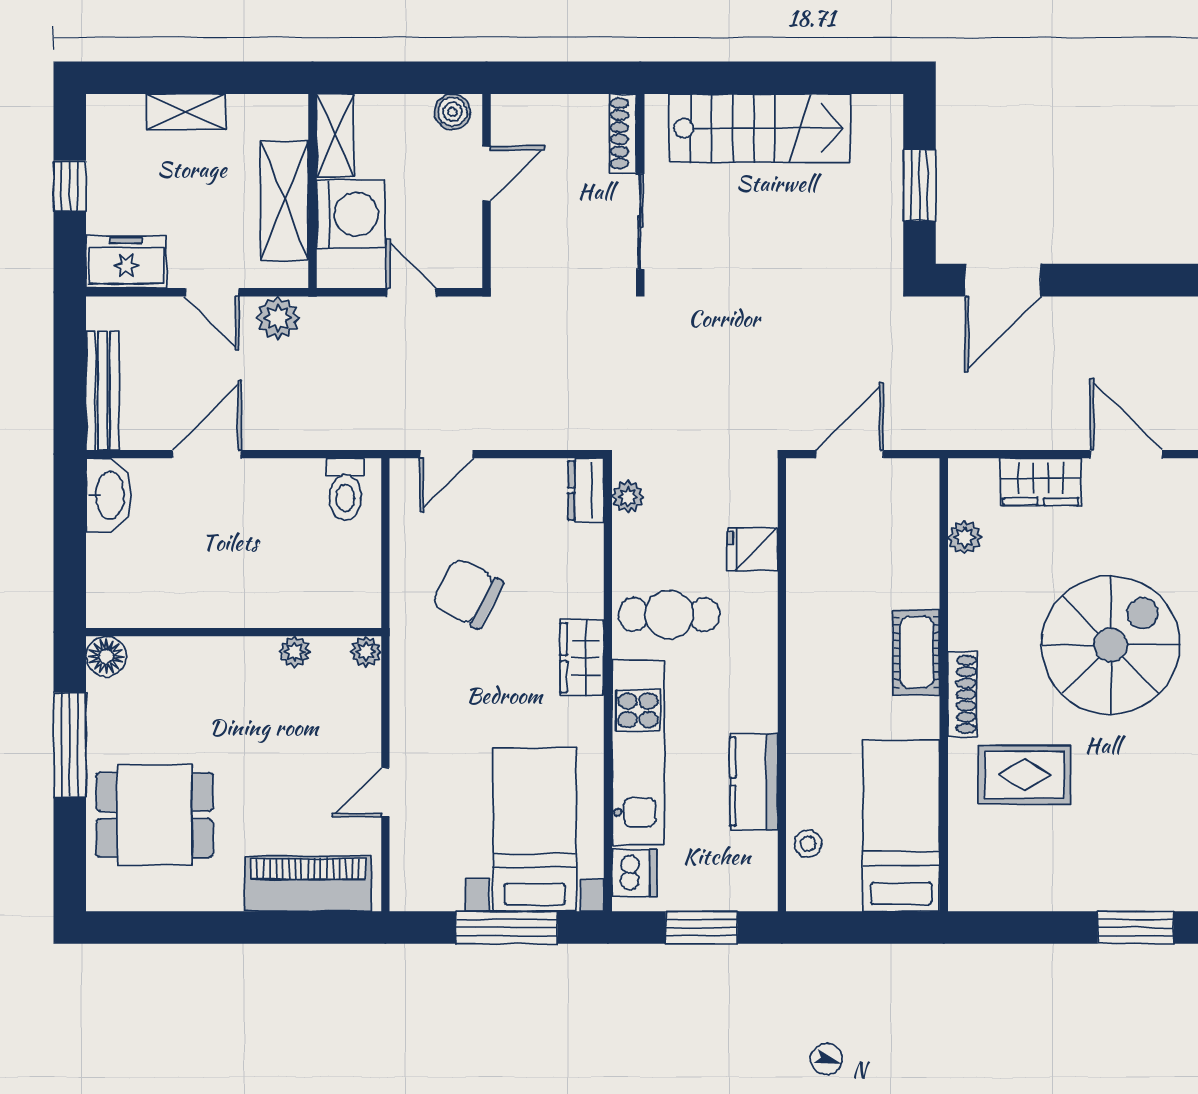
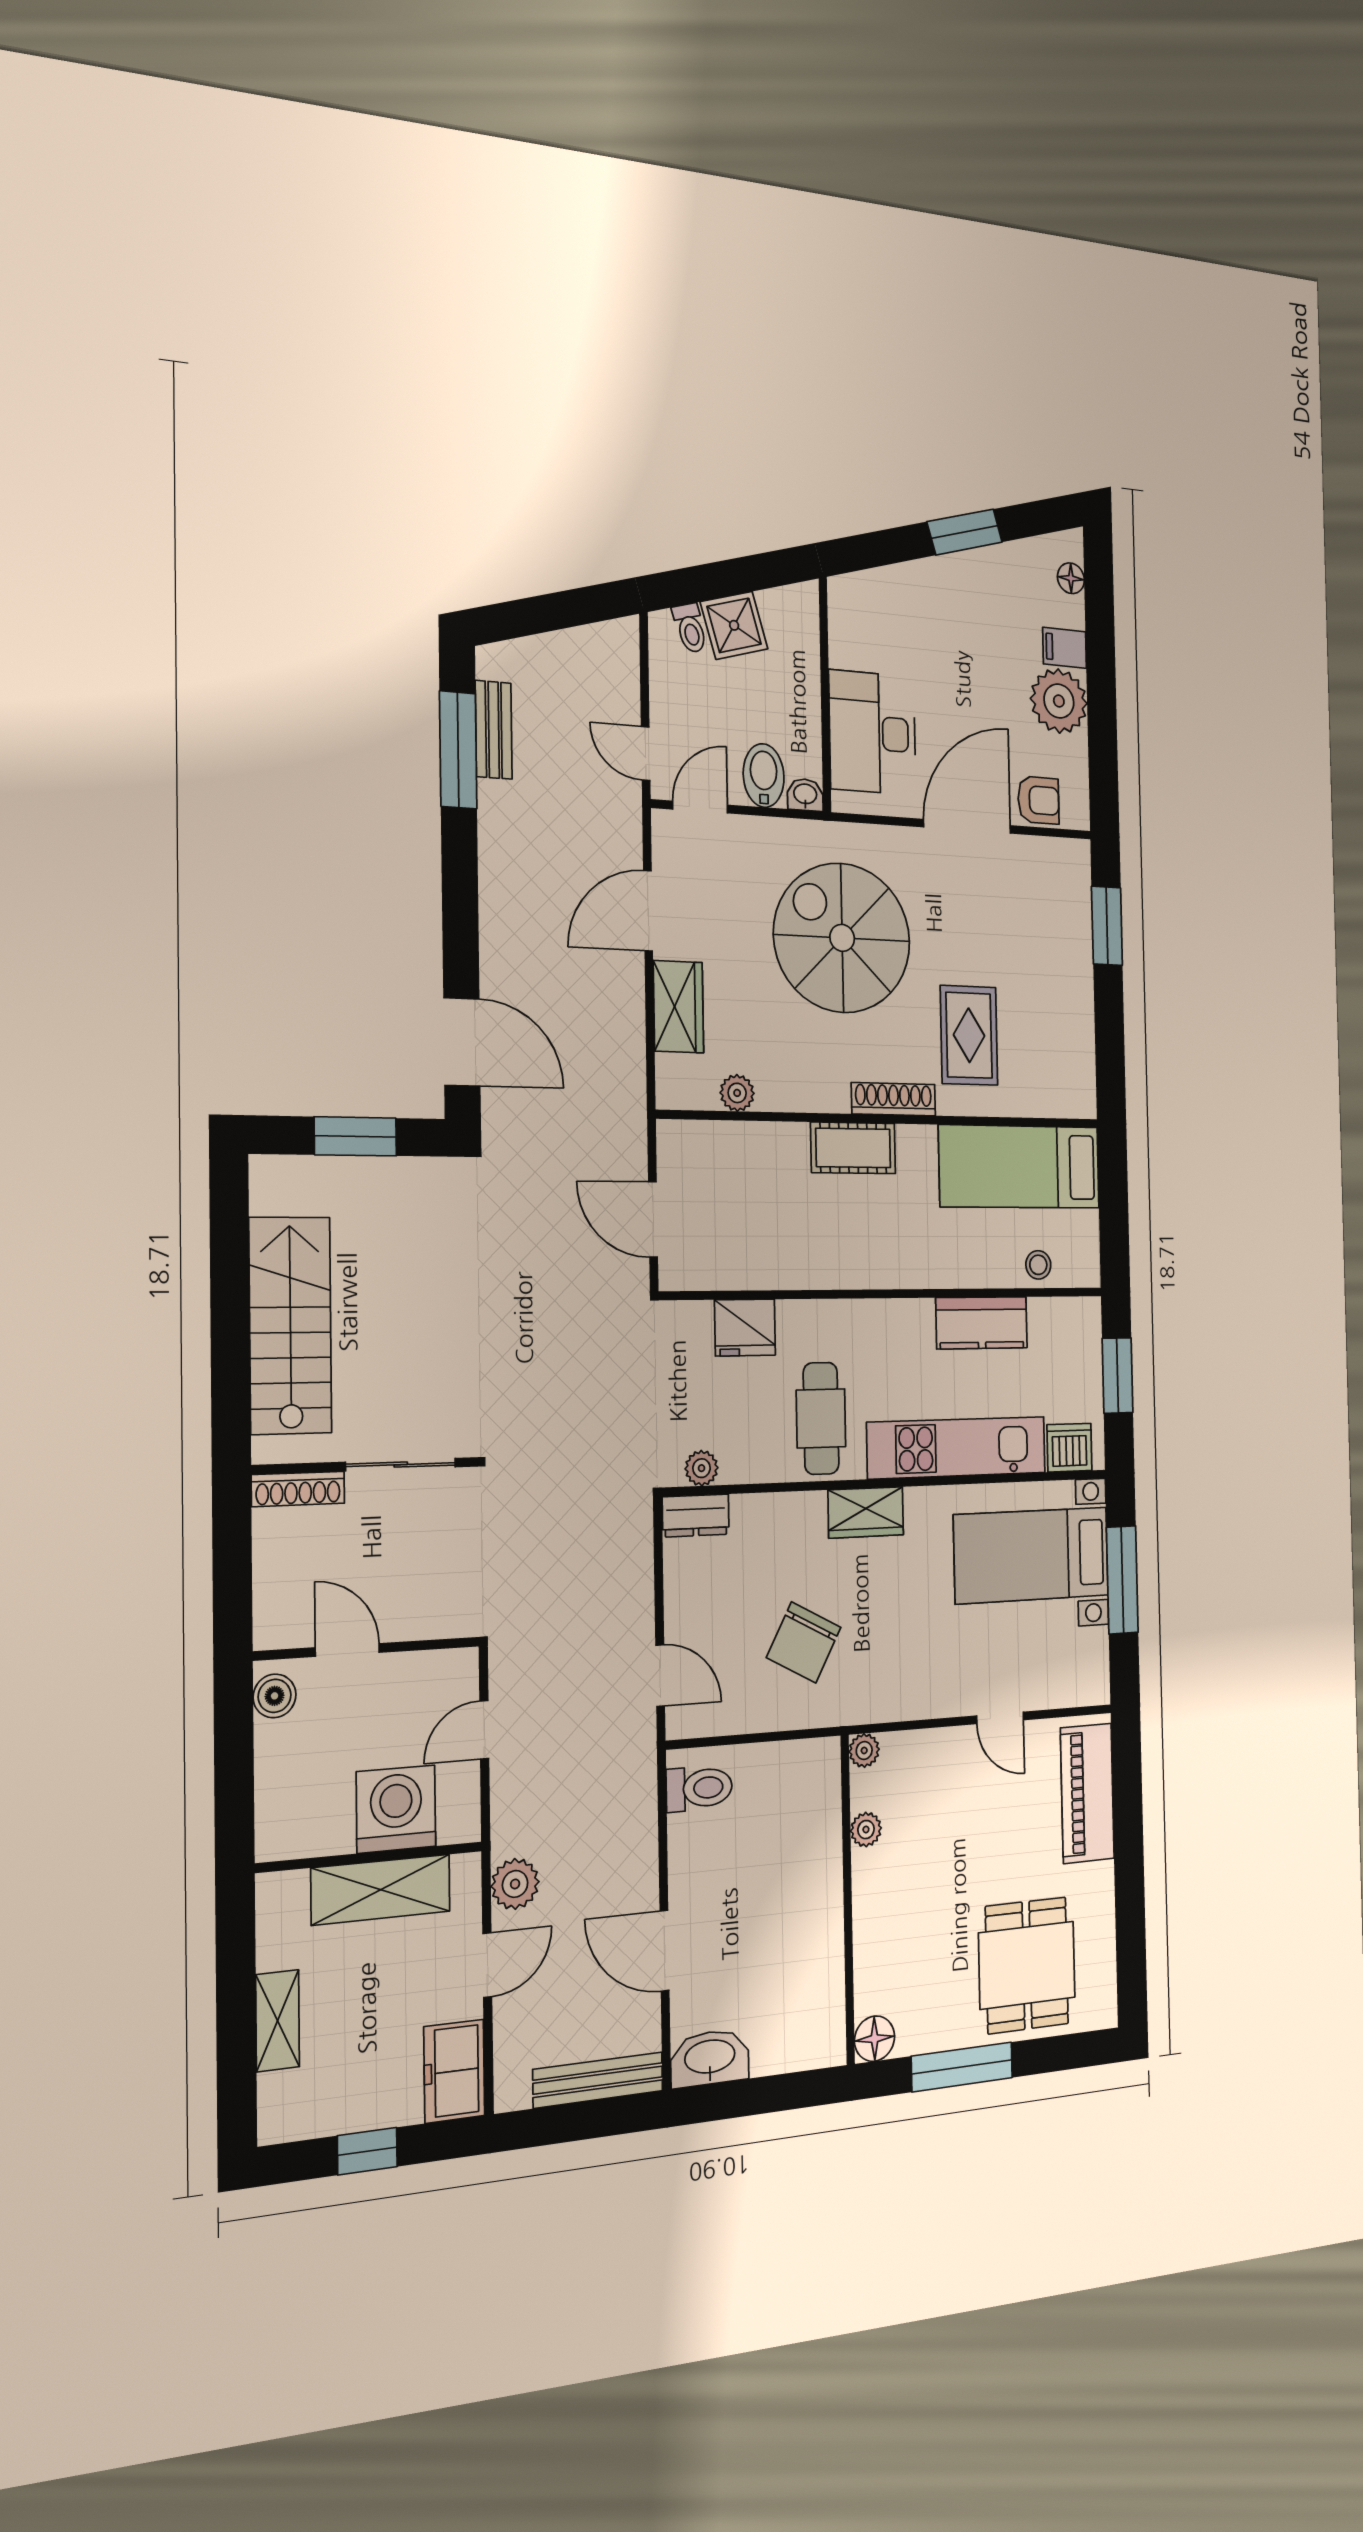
shelving: (335, 135) -> (304, 1836), removed
fridge: (753, 549) -> (745, 1328), width x1.38

